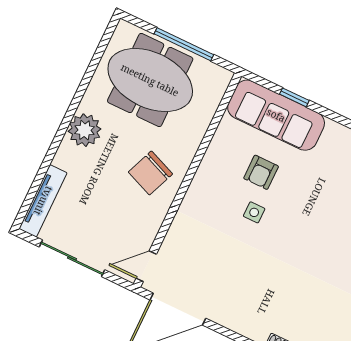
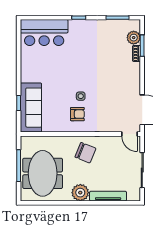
armchair: (261, 172) -> (77, 114), moved
tv unit: (43, 201) -> (108, 196), moved

